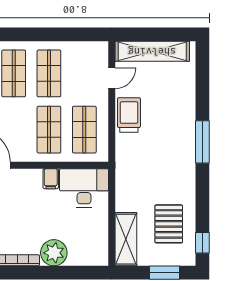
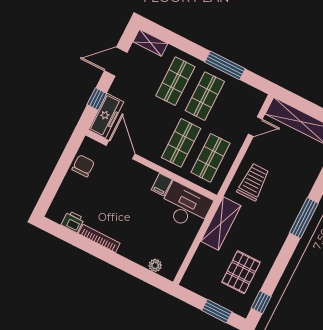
window: (53, 34) -> (225, 65), added
trolley: (129, 115) -> (253, 182), moved
shelving: (126, 239) -> (221, 223), moved
plant: (54, 253) -> (155, 265), moved, width x0.53, depth x0.53

